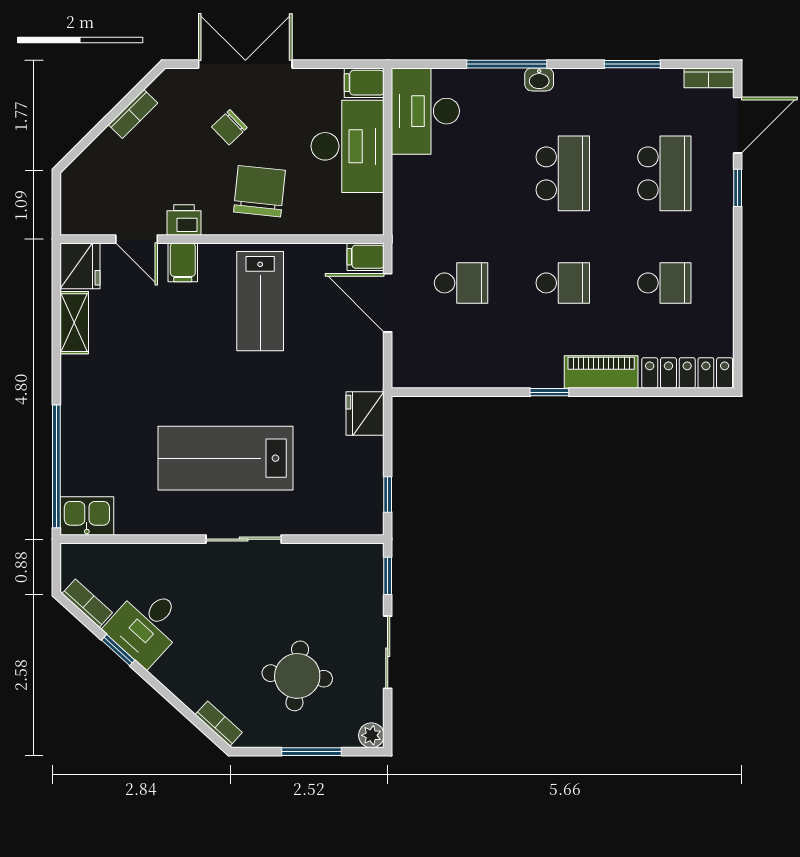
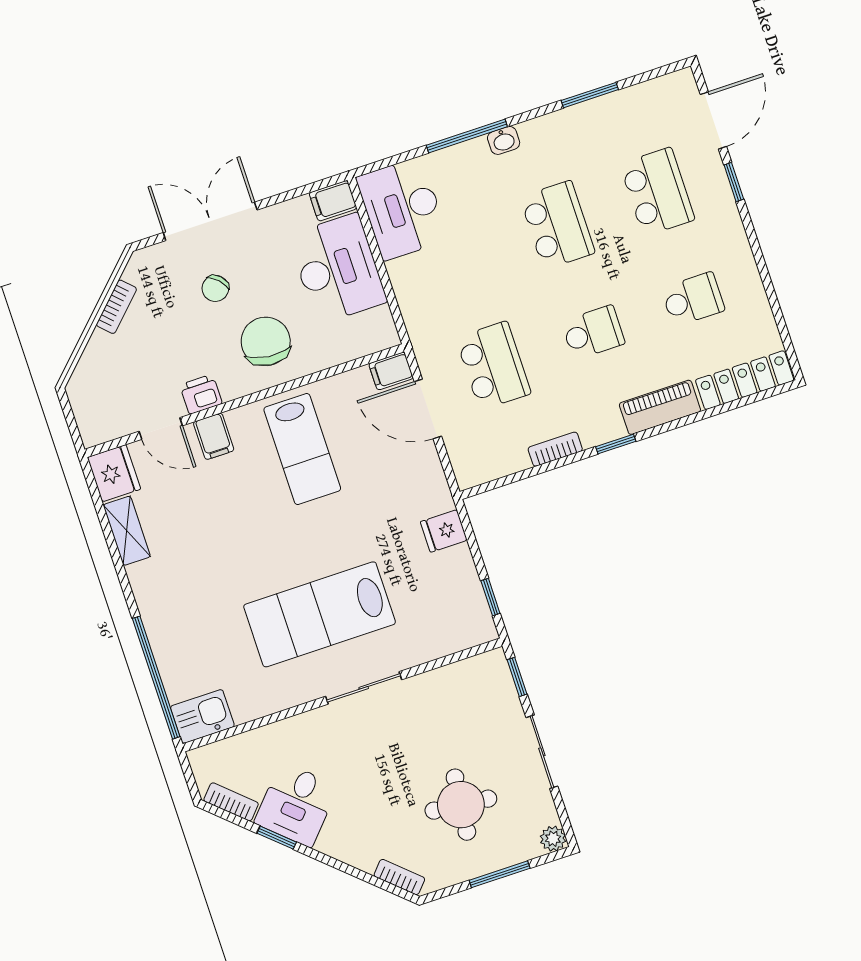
bookcase: (709, 78) -> (555, 449), moved, turned 180
school desk: (461, 283) -> (493, 366), width x1.85
fridge: (365, 413) -> (444, 531), width x0.72

